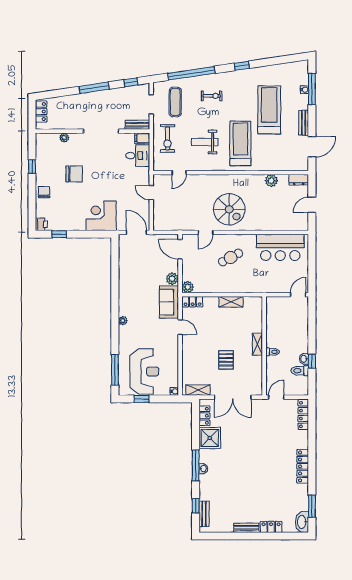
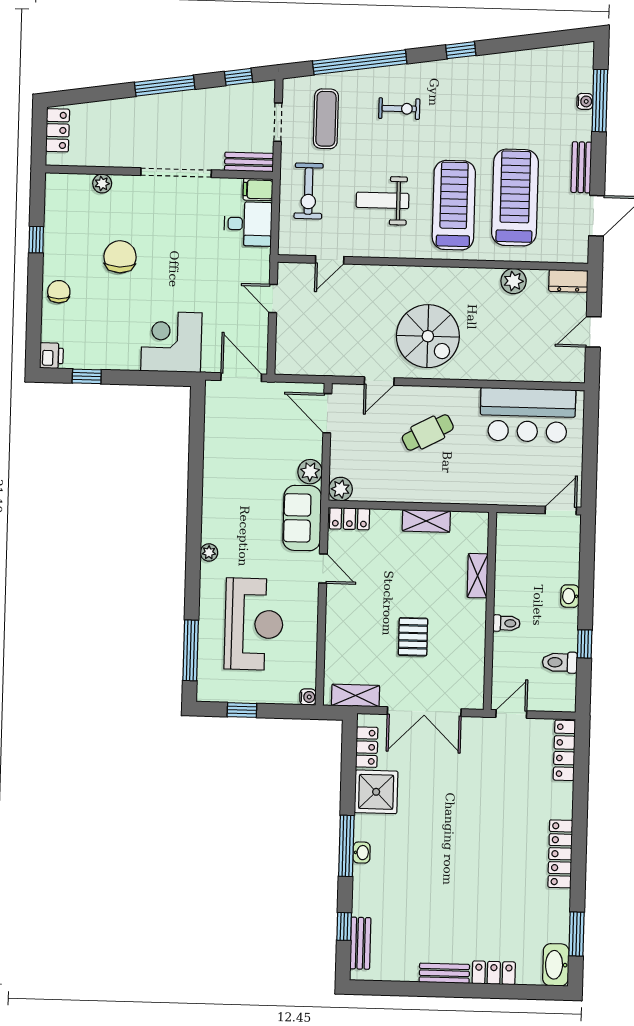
treadmill: (269, 110) -> (515, 198), moved
chair: (74, 174) -> (120, 257), turned -90
shelving: (257, 344) -> (478, 576), moved
washbasin: (304, 359) -> (570, 596), moved
reception desk: (144, 371) -> (254, 624), moved

